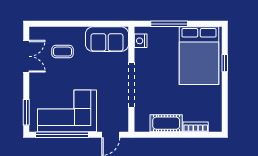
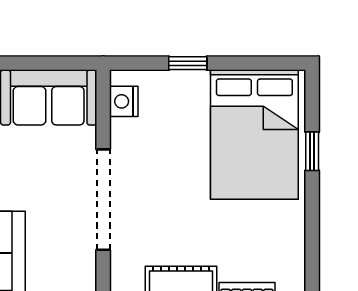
window: (169, 24) -> (188, 63), width x0.46

